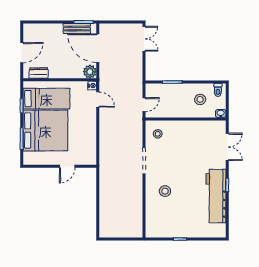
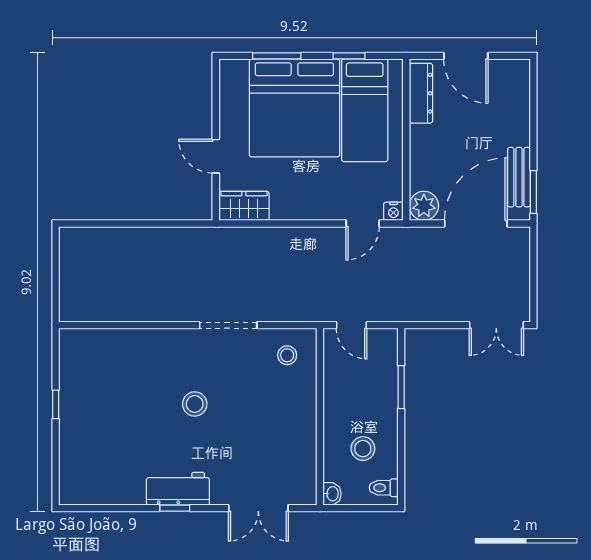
dresser: (39, 73) -> (421, 93), width x1.44
wardrobe: (90, 153) -> (244, 206), added
stool: (165, 191) -> (195, 404), moved
workbench: (216, 196) -> (178, 489), width x0.53, depth x0.76

